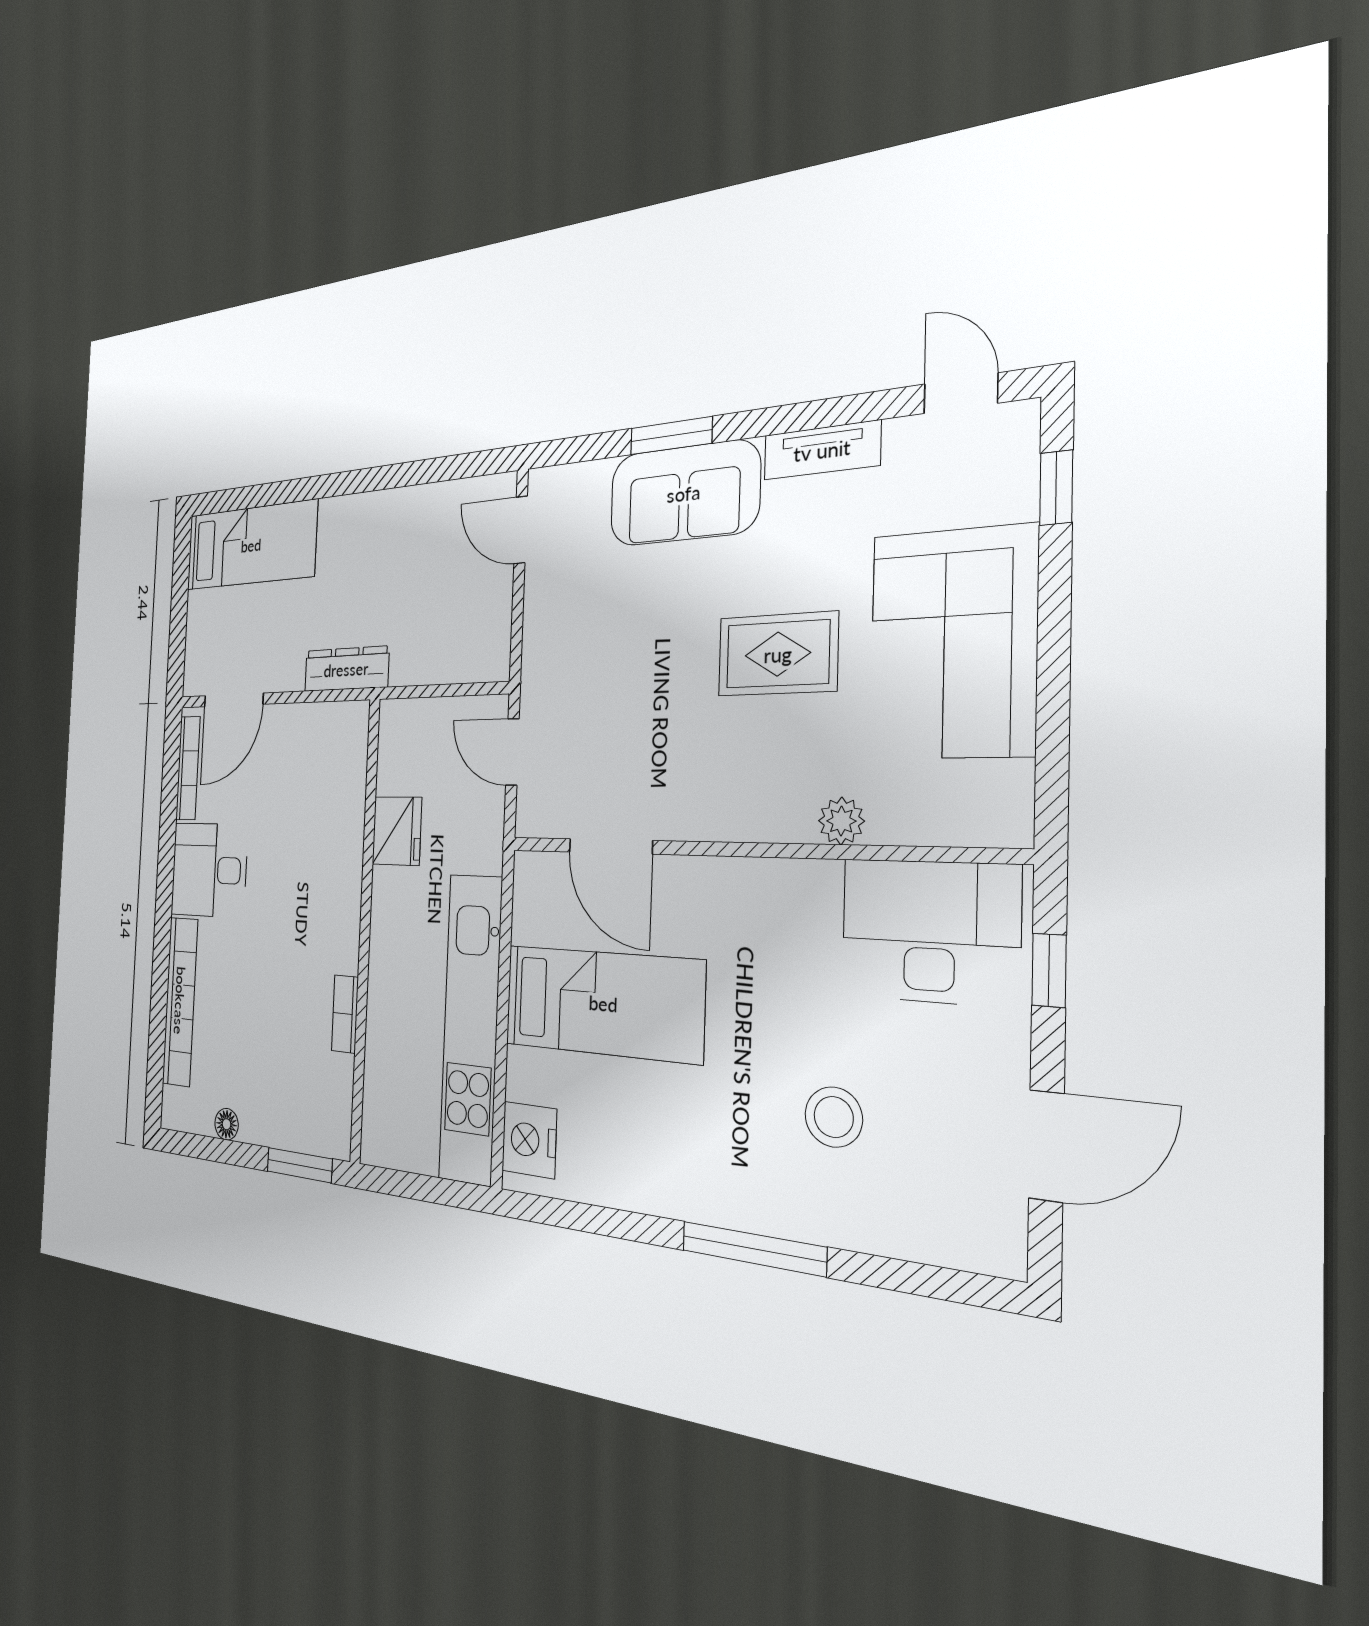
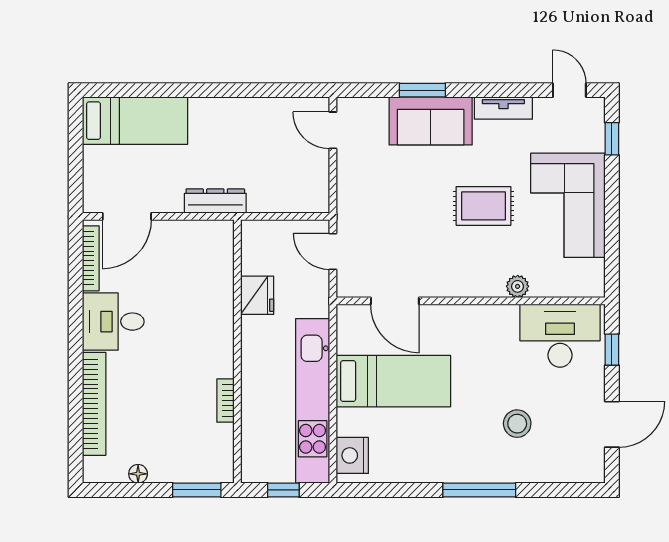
window: (420, 1187) -> (283, 490), added

